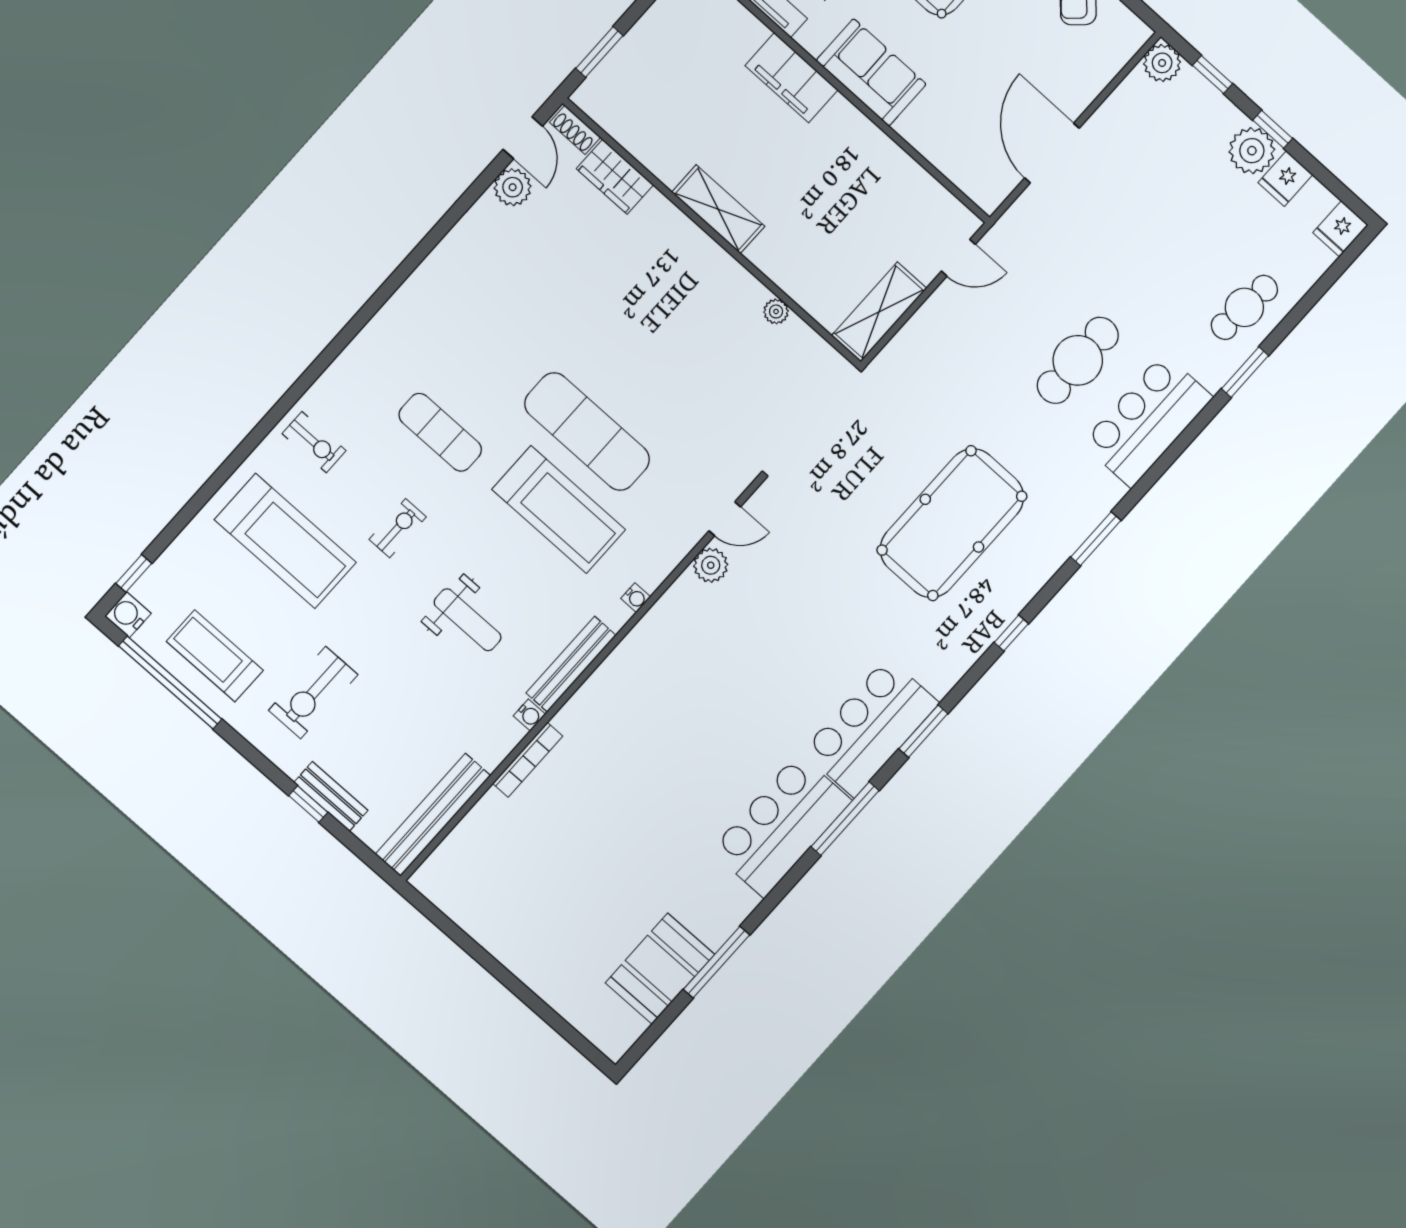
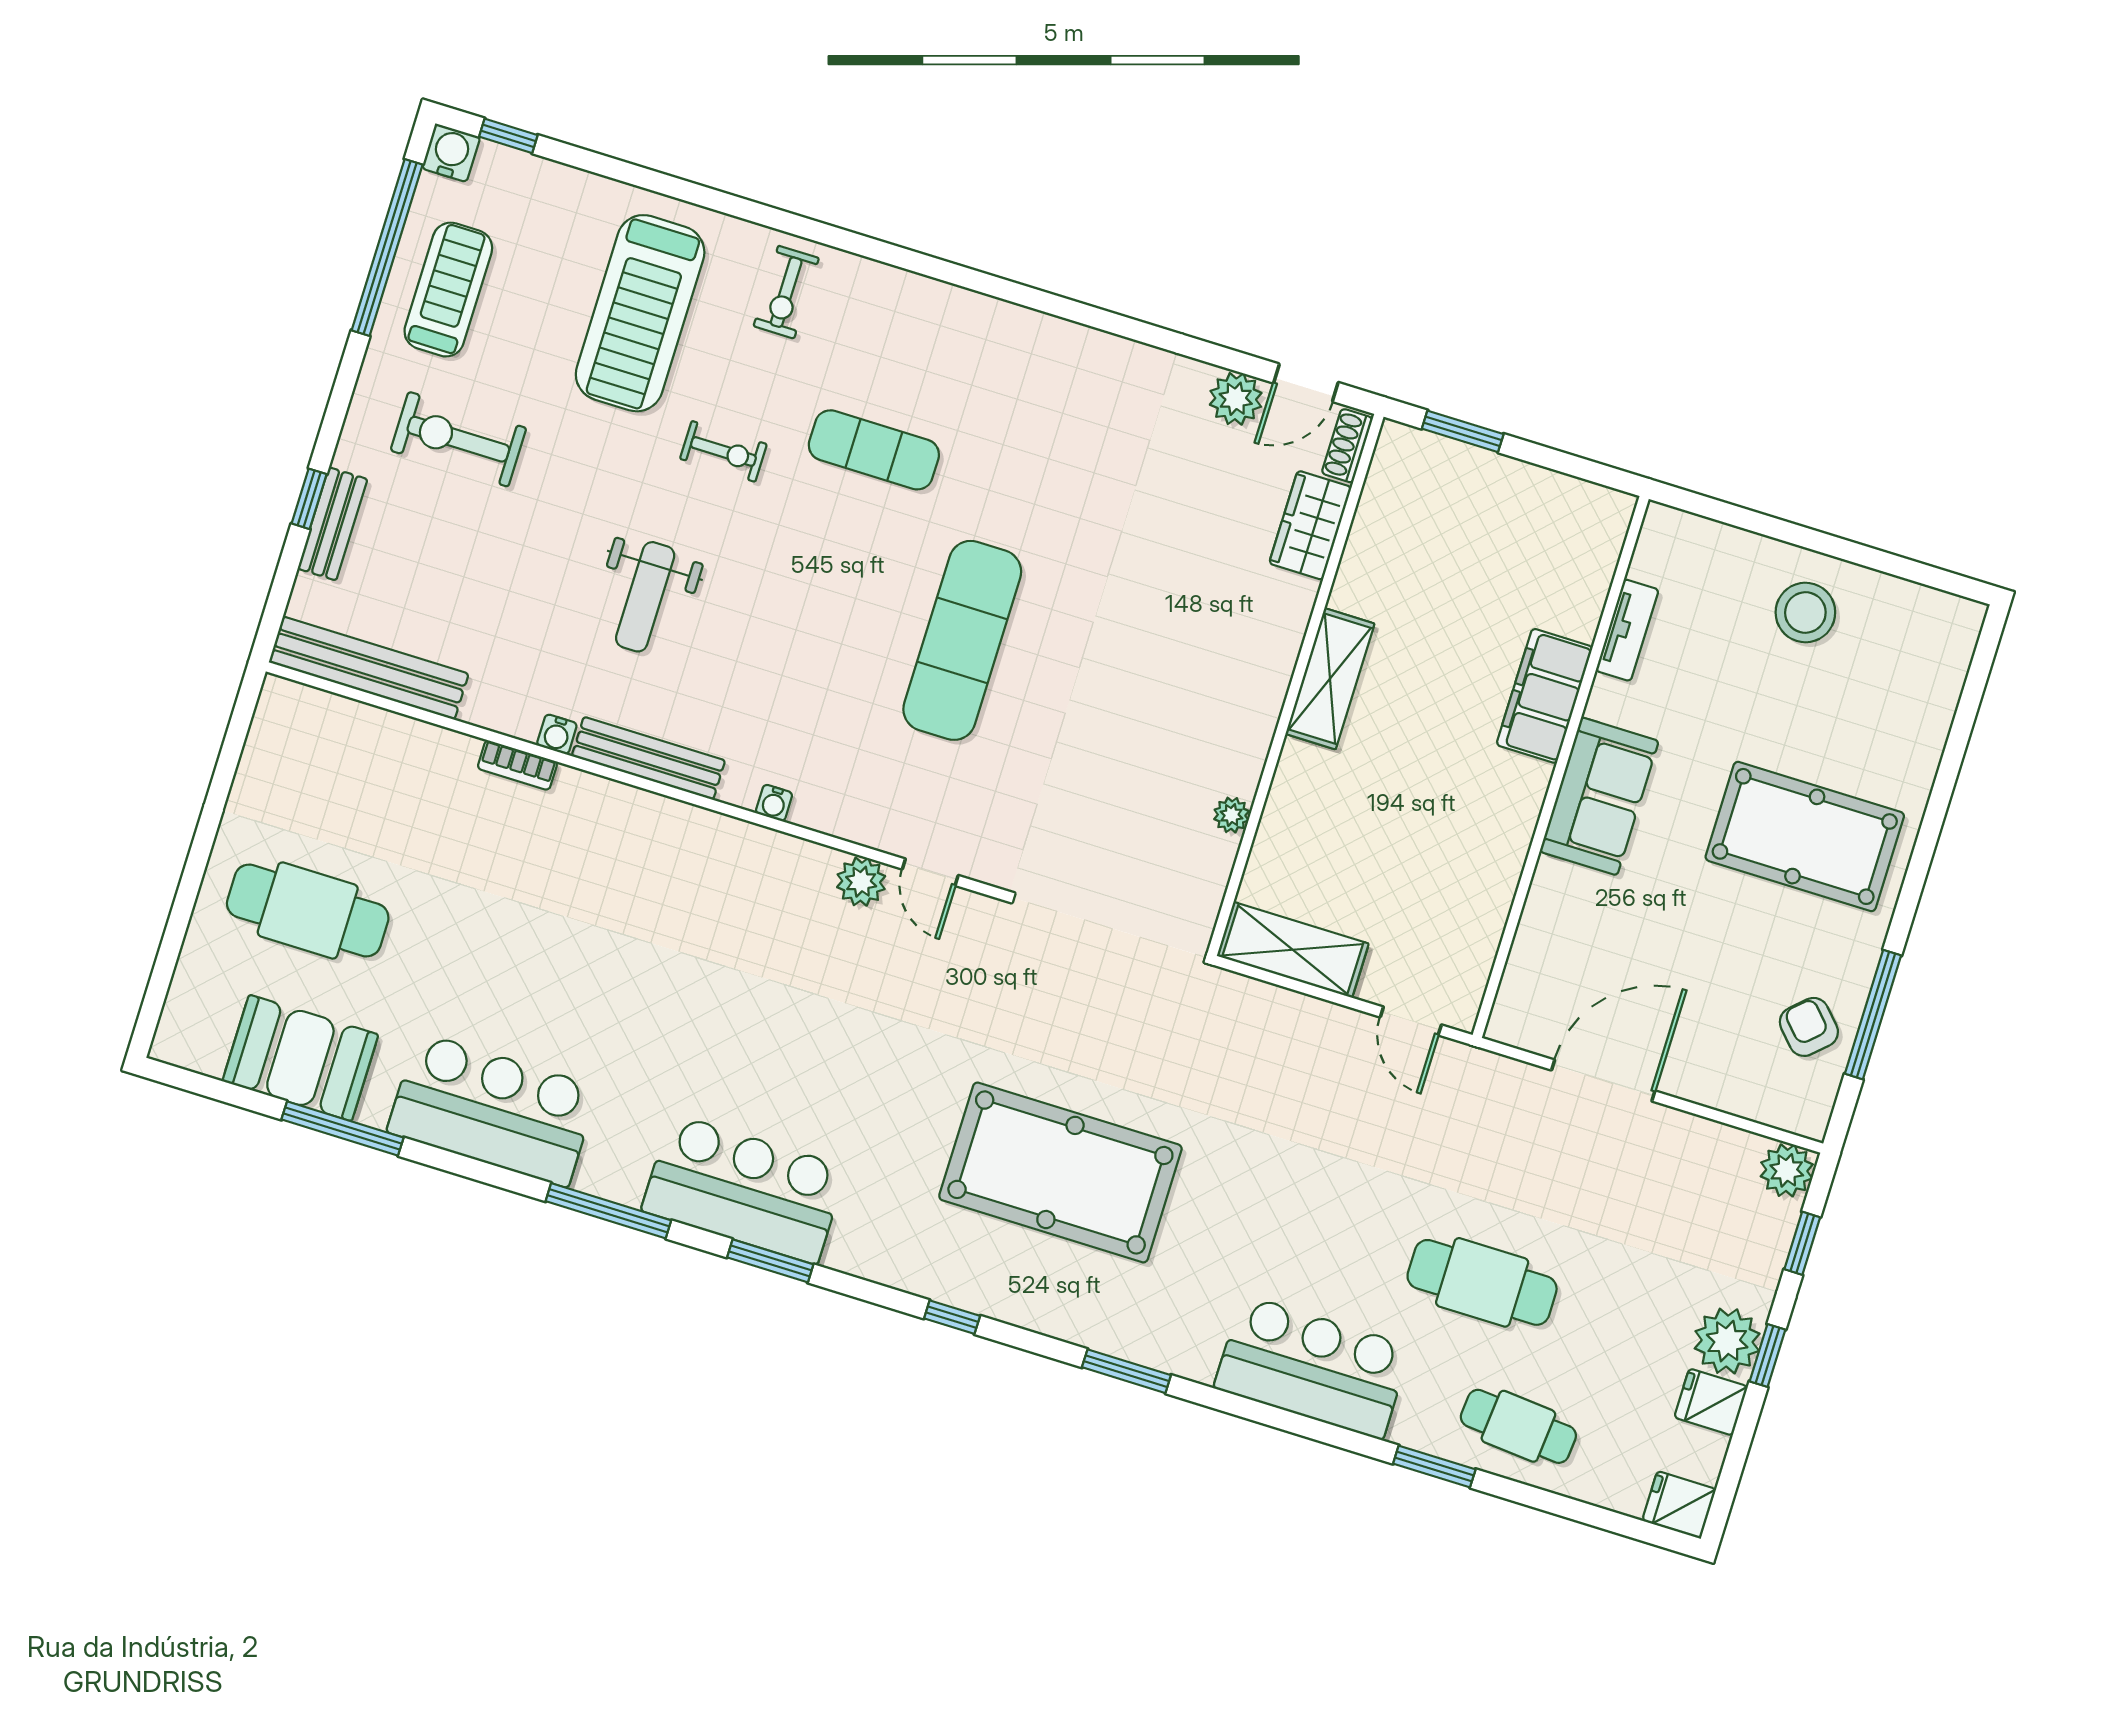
cafe table: (1078, 360) -> (1482, 1282), moved
exercise mat: (440, 432) -> (874, 450), turned 90
treadmill: (559, 510) -> (843, 650), removed
bookcase: (528, 760) -> (517, 765), width x0.64
bar counter: (781, 826) -> (493, 1110), moved
cafe table: (569, 922) -> (308, 910), added

